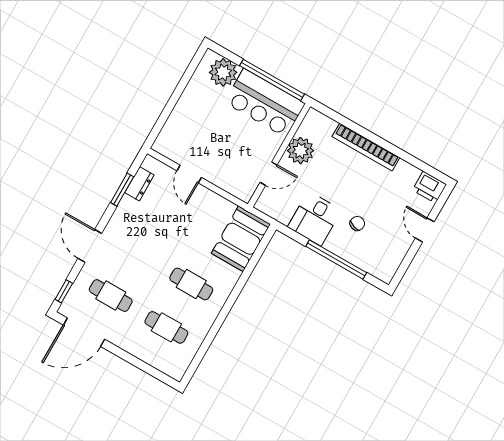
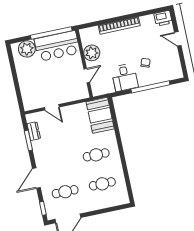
door: (90, 246) -> (36, 178), hinge flipped

